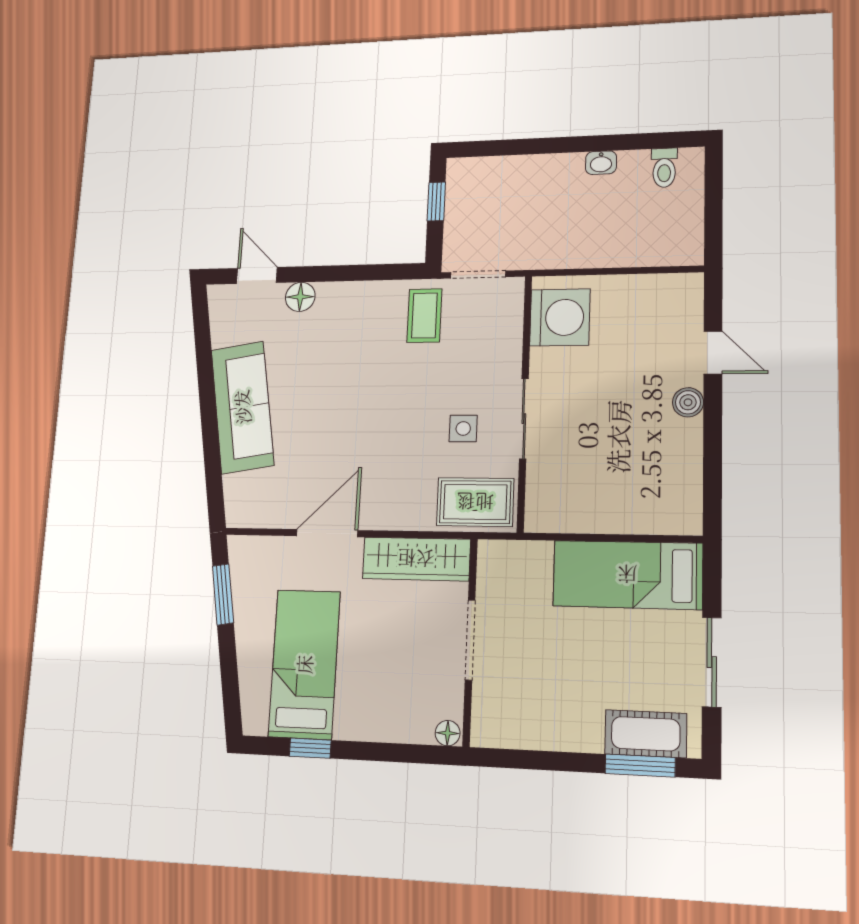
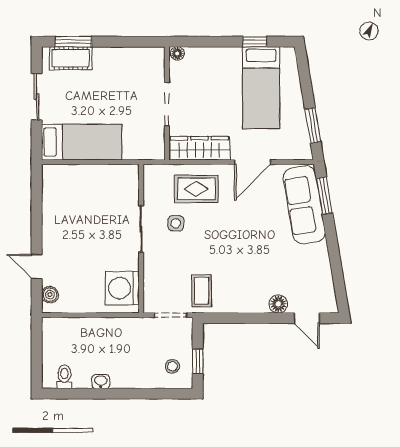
stool: (479, 192) -> (172, 366), added
boiler: (688, 402) -> (50, 295), moved
sofa: (242, 407) -> (304, 205), moved
window: (213, 475) -> (324, 196), added
rug: (475, 502) -> (196, 189), moved

